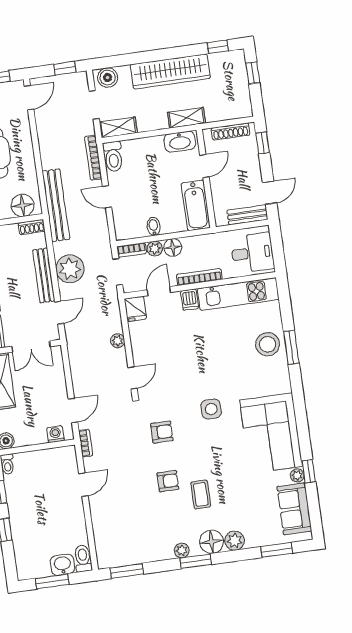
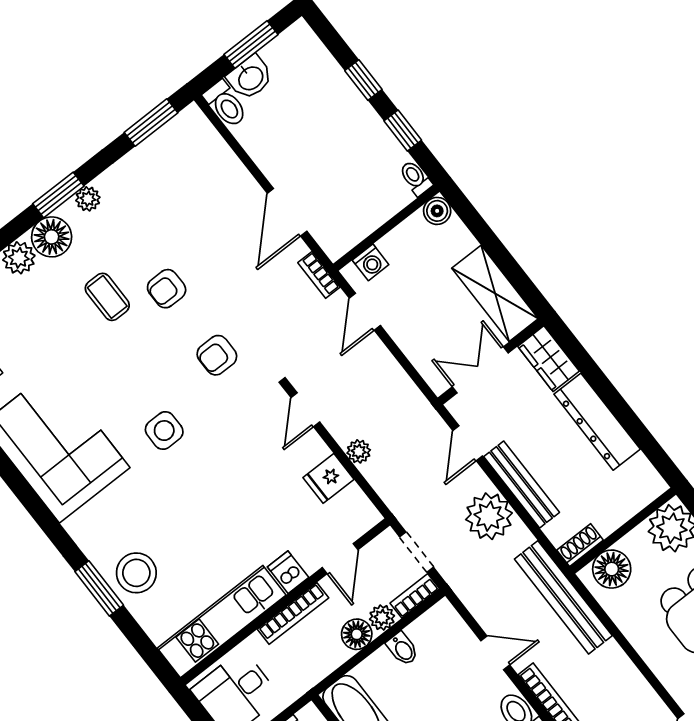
fridge: (135, 309) -> (328, 478), moved, turned -90
door: (83, 485) -> (287, 212), width x1.38

